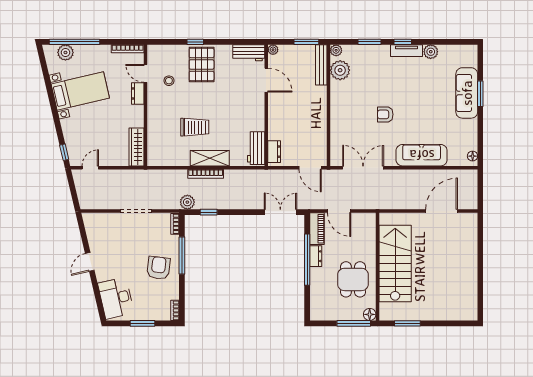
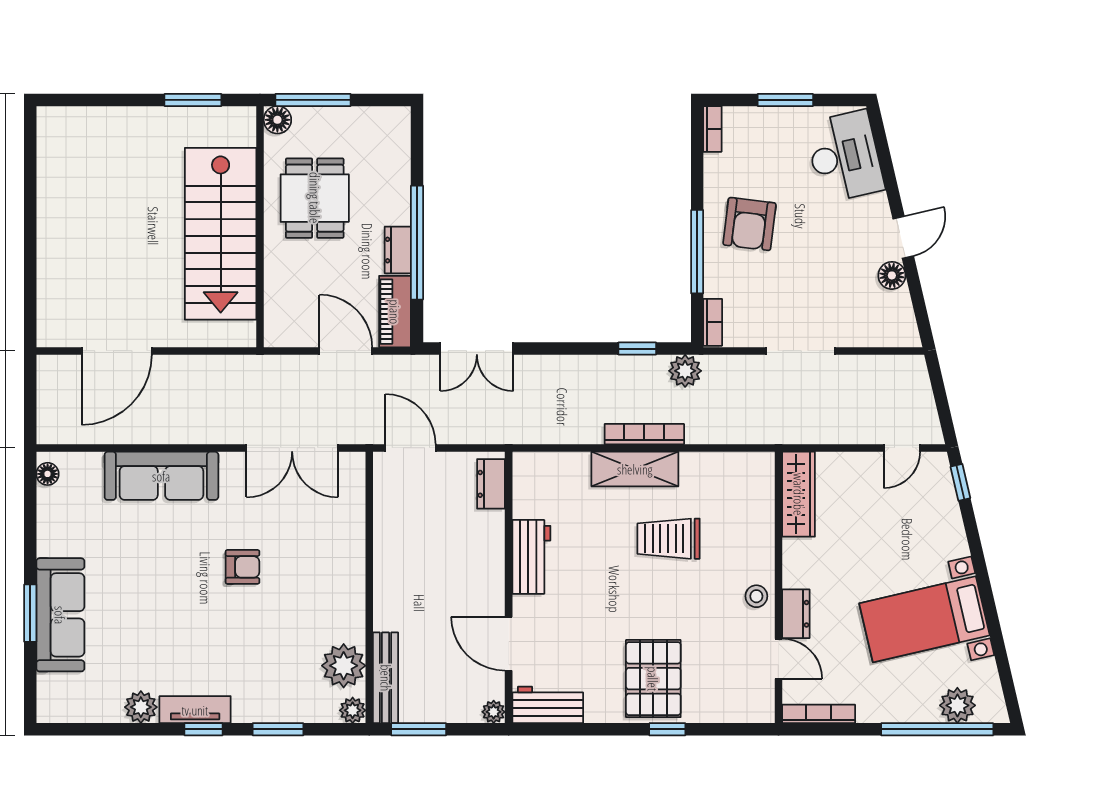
stool: (169, 81) -> (756, 596), moved
workbench: (256, 148) -> (531, 557), moved
floor lamp: (95, 245) -> (892, 275), added

